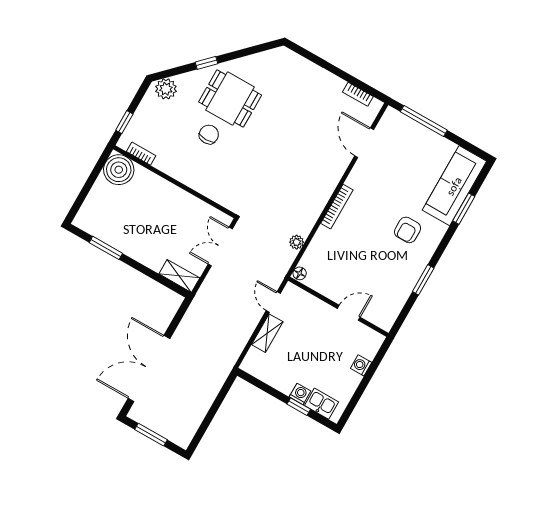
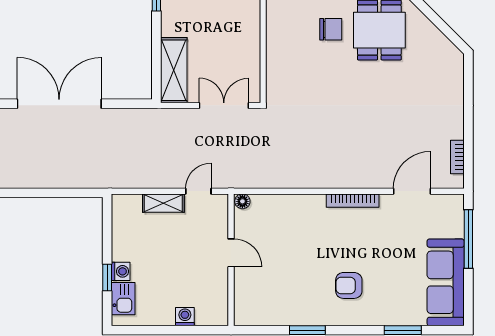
sofa: (454, 186) -> (446, 282), moved, turned -90
bookcase: (337, 207) -> (353, 201), moved
plant: (297, 242) -> (272, 180), removed
shelving: (179, 276) -> (174, 70), width x1.50, depth x1.33
door: (349, 313) -> (231, 253), moved

